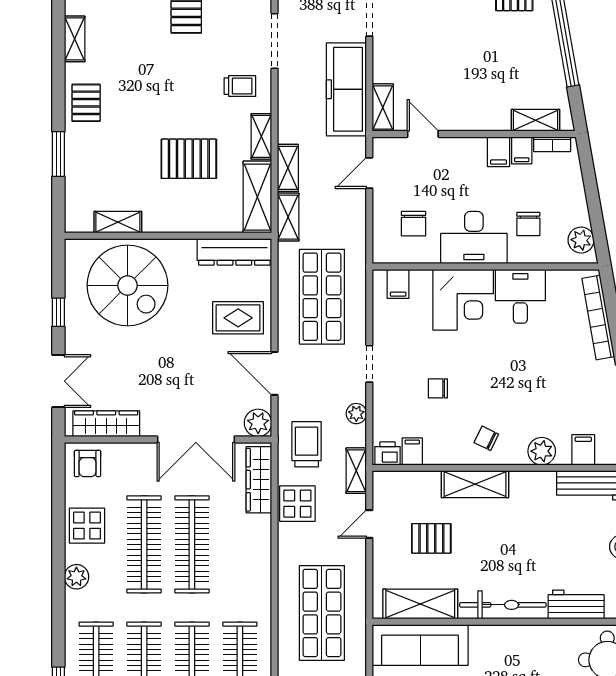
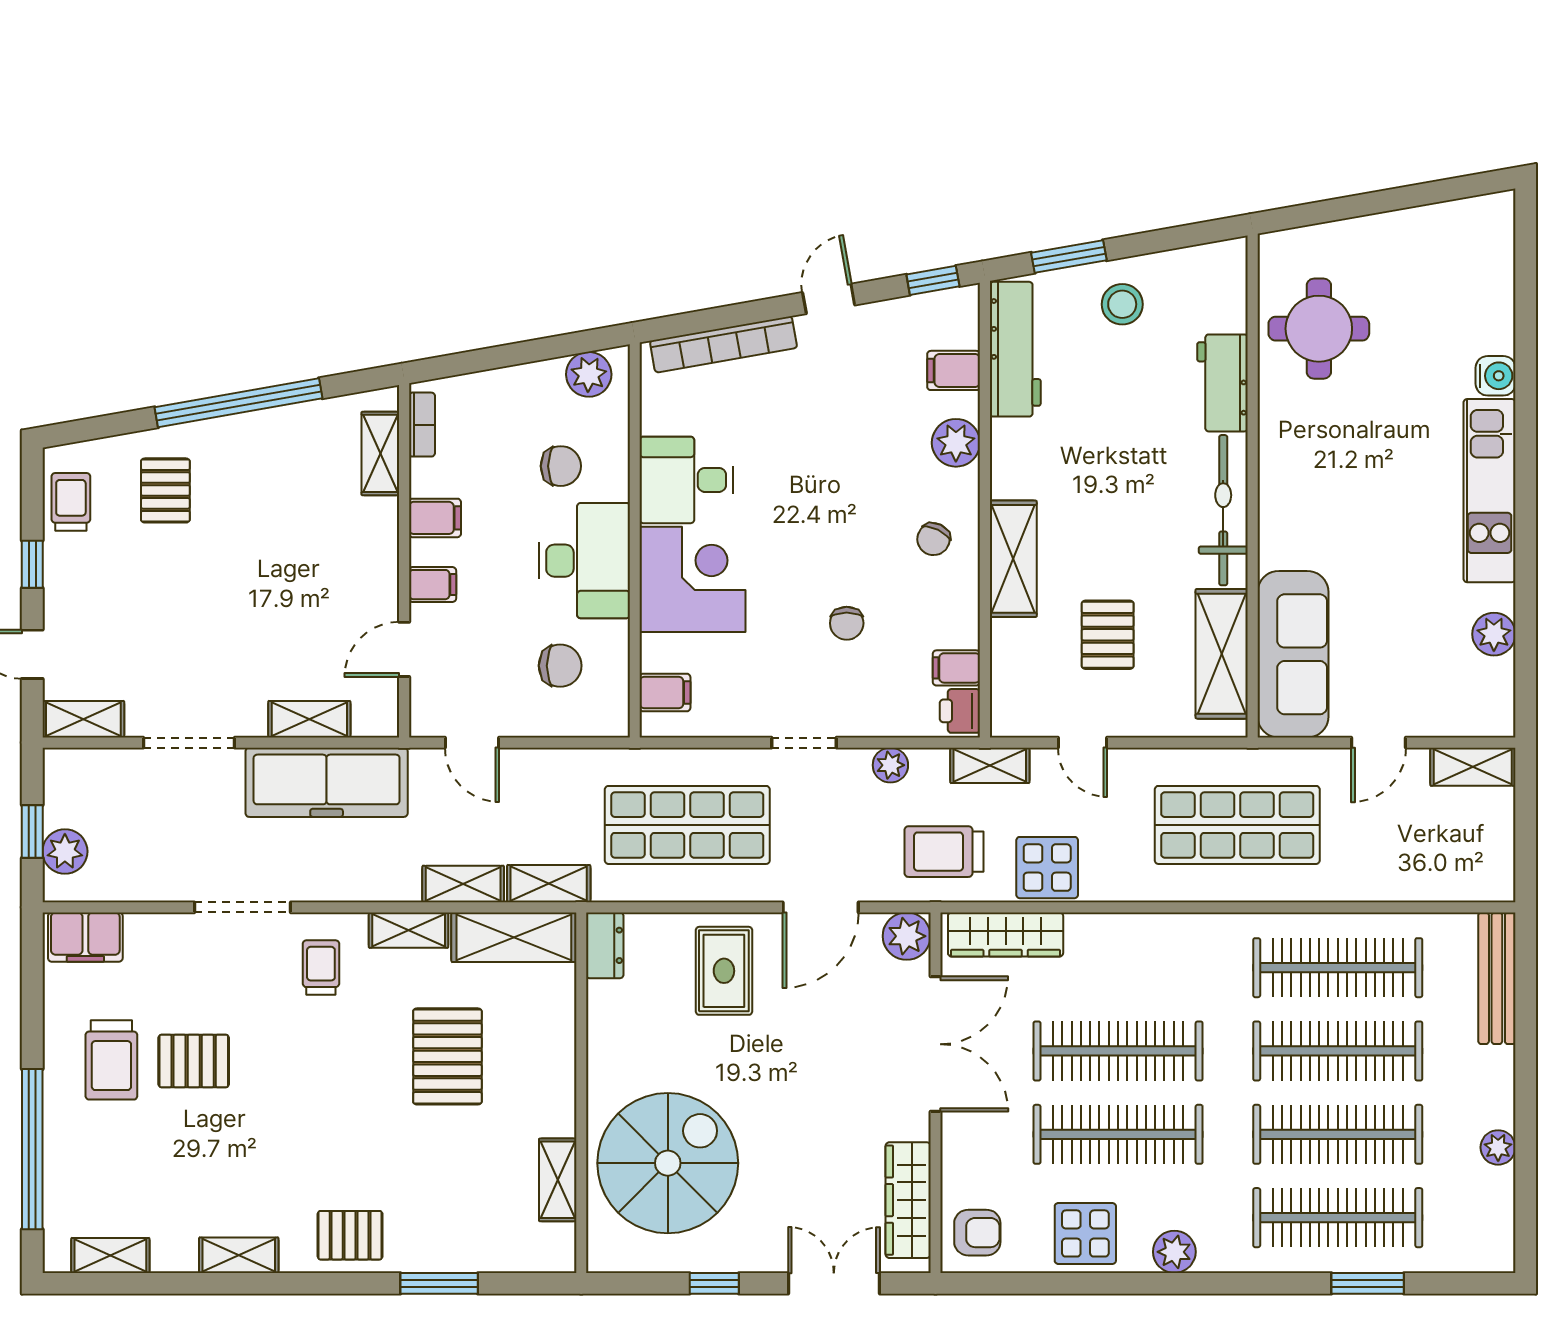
shelving: (383, 108) -> (309, 719), moved
filing cabinet: (522, 150) -> (433, 585), moved
dresser: (234, 252) -> (605, 945), width x0.51, depth x0.80

